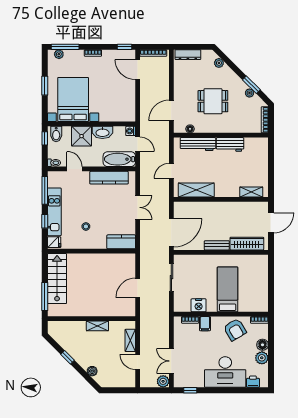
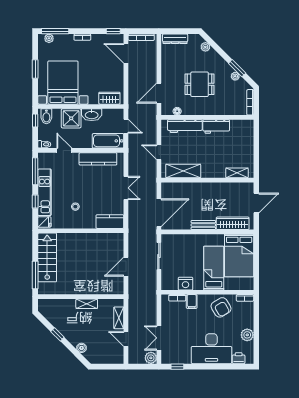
wardrobe: (121, 115) -> (109, 98), added
washing machine: (131, 131) -> (119, 113), removed
door: (171, 171) -> (159, 152), hinge flipped
bed: (253, 277) -> (239, 255), added
floor lamp: (262, 345) -> (248, 322), removed

